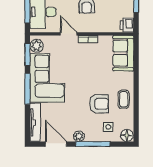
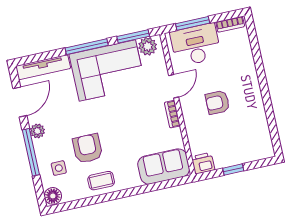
armchair: (99, 104) -> (87, 148), turned 180

